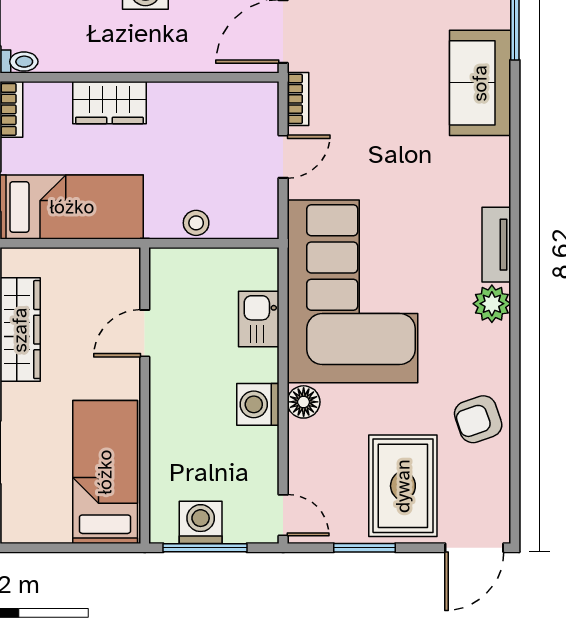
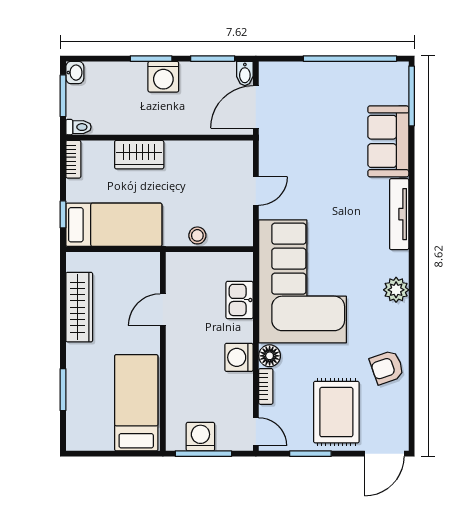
bookcase: (298, 99) -> (266, 386), moved
tv unit: (496, 245) -> (399, 214), moved, width x1.41

